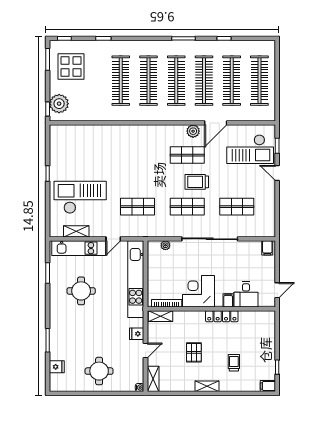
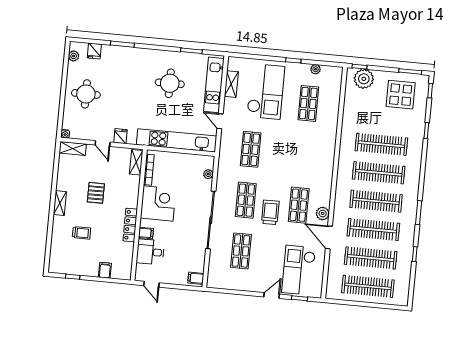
plant: (54, 151) -> (316, 69), added
shop shelf: (88, 155) -> (308, 103), added
pallet: (194, 352) -> (96, 193), turned 90
plant: (63, 386) -> (74, 56), added
filing cabinet: (268, 386) -> (105, 270), moved

